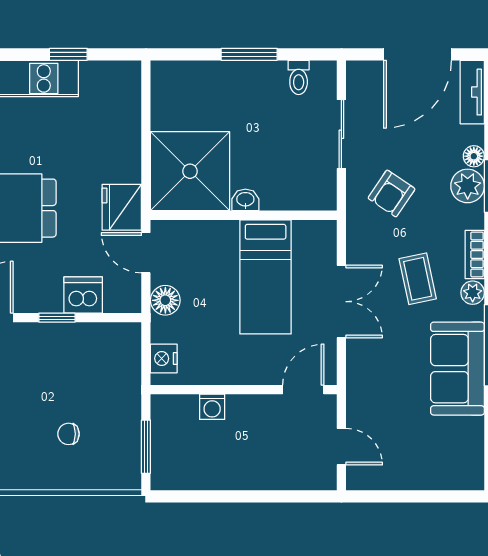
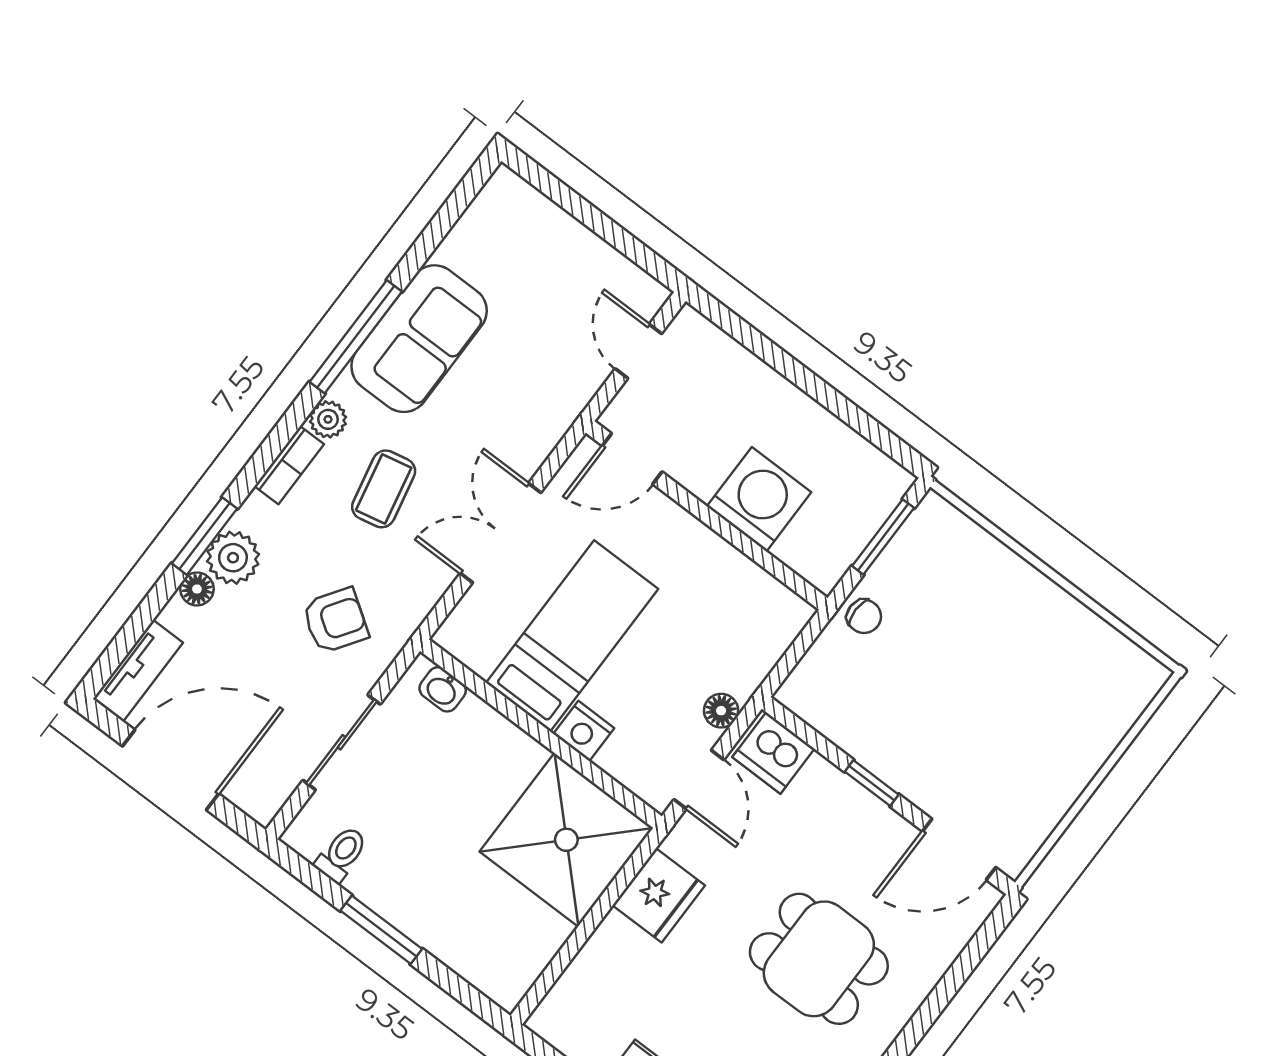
washbasin: (245, 200) -> (443, 689), moved
fridge: (122, 207) -> (659, 895), moved
dishwasher: (83, 295) -> (773, 753), moved
floor lamp: (165, 300) -> (721, 711), width x0.73, depth x0.73
nightstand: (164, 358) -> (584, 731), moved, turned 90
washing machine: (212, 407) -> (759, 499), width x1.89, depth x1.89
chair: (69, 434) -> (864, 616), moved

